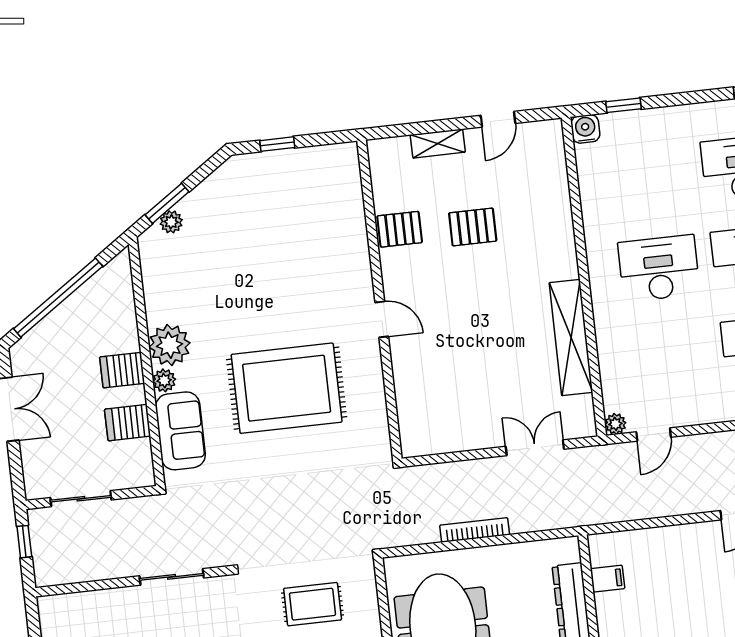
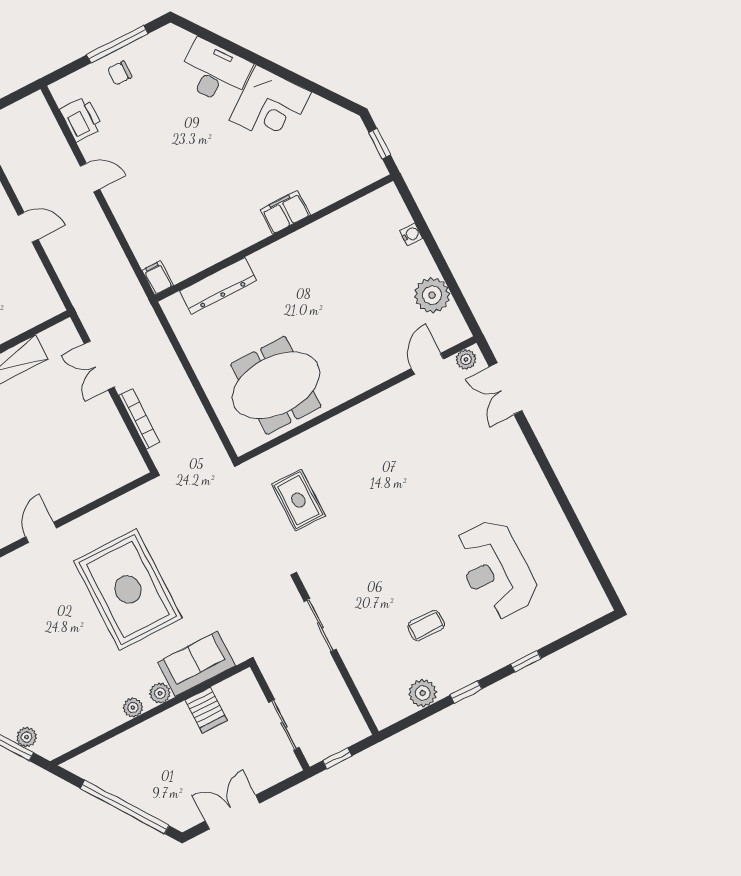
plant: (169, 345) -> (133, 707), width x0.53, depth x0.53
server rack: (122, 370) -> (165, 731), removed
plant: (615, 424) -> (54, 306), removed
door: (654, 434) -> (28, 227), moved
bookcase: (475, 530) -> (139, 419), moved, turned 180
filing cabinet: (608, 579) -> (158, 278), moved

